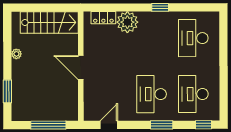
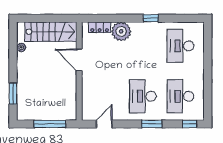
plant: (16, 54) -> (21, 47), moved
door: (81, 68) -> (79, 60), moved

